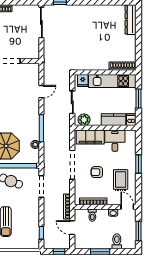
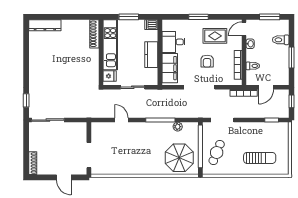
plant: (84, 120) -> (151, 75), removed
kitchen counter: (114, 120) -> (151, 55), moved

